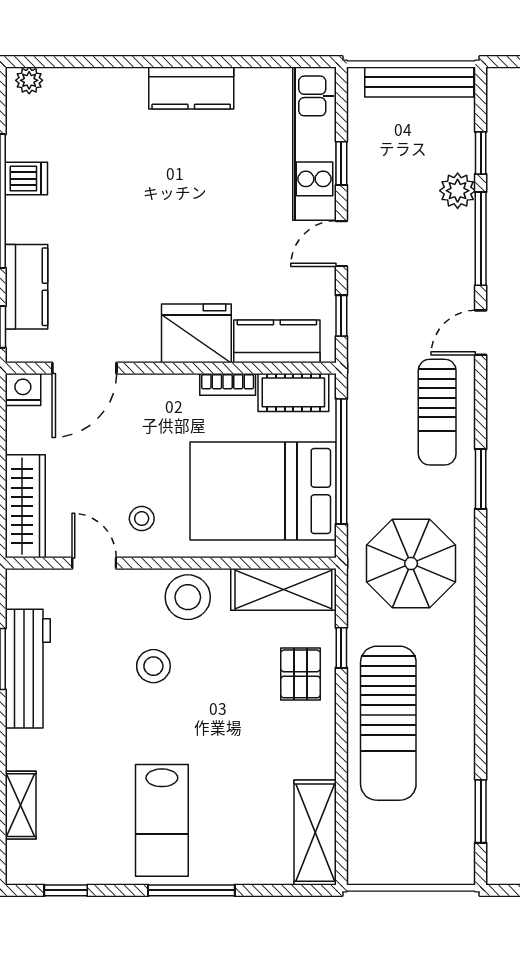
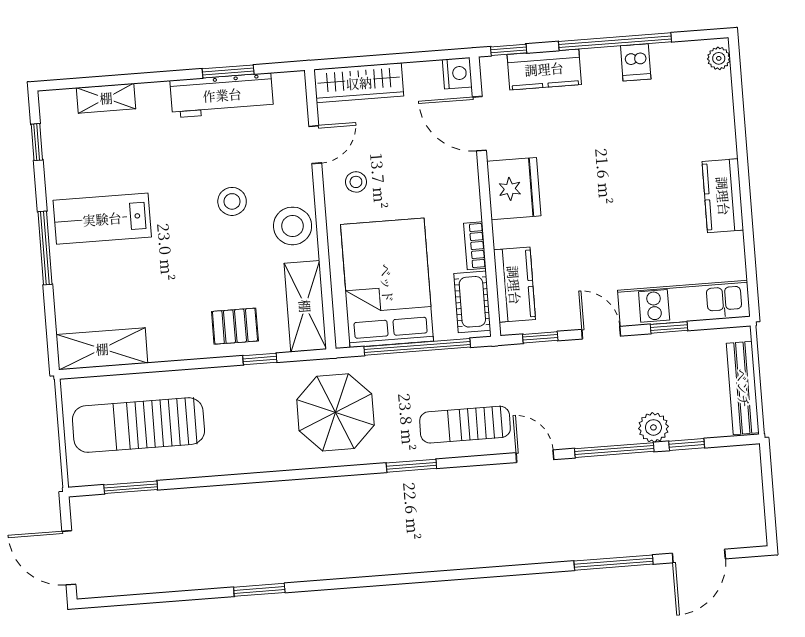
fridge: (196, 333) -> (514, 189), moved
sun lounger: (388, 723) -> (138, 425), moved

